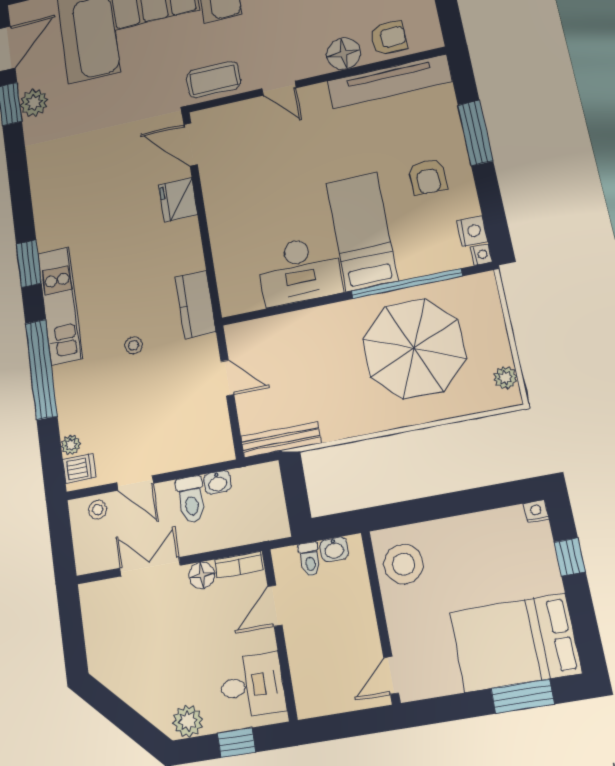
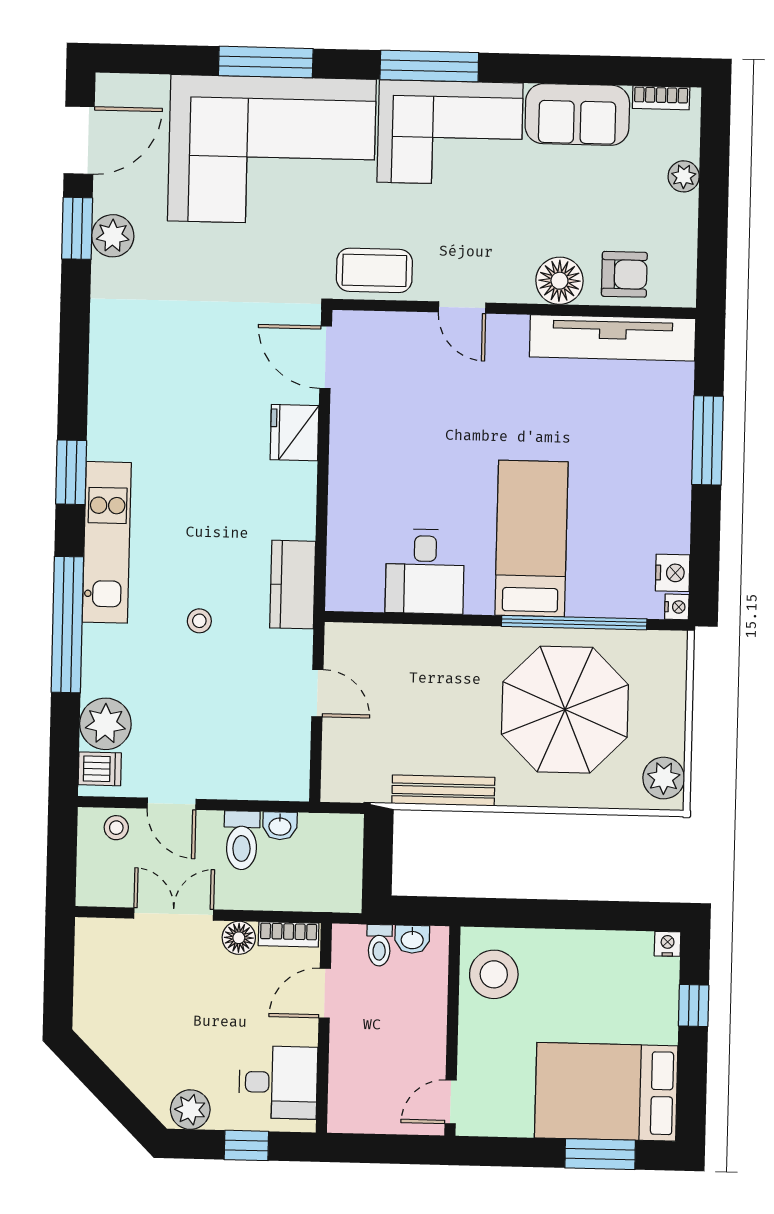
armchair: (428, 177) -> (633, 485), removed
desk: (299, 271) -> (425, 571), width x0.73
plant: (505, 378) -> (664, 778), width x1.38, depth x1.38
bench: (281, 440) -> (443, 791), moved
plant: (71, 445) -> (105, 724), width x1.88, depth x1.88

